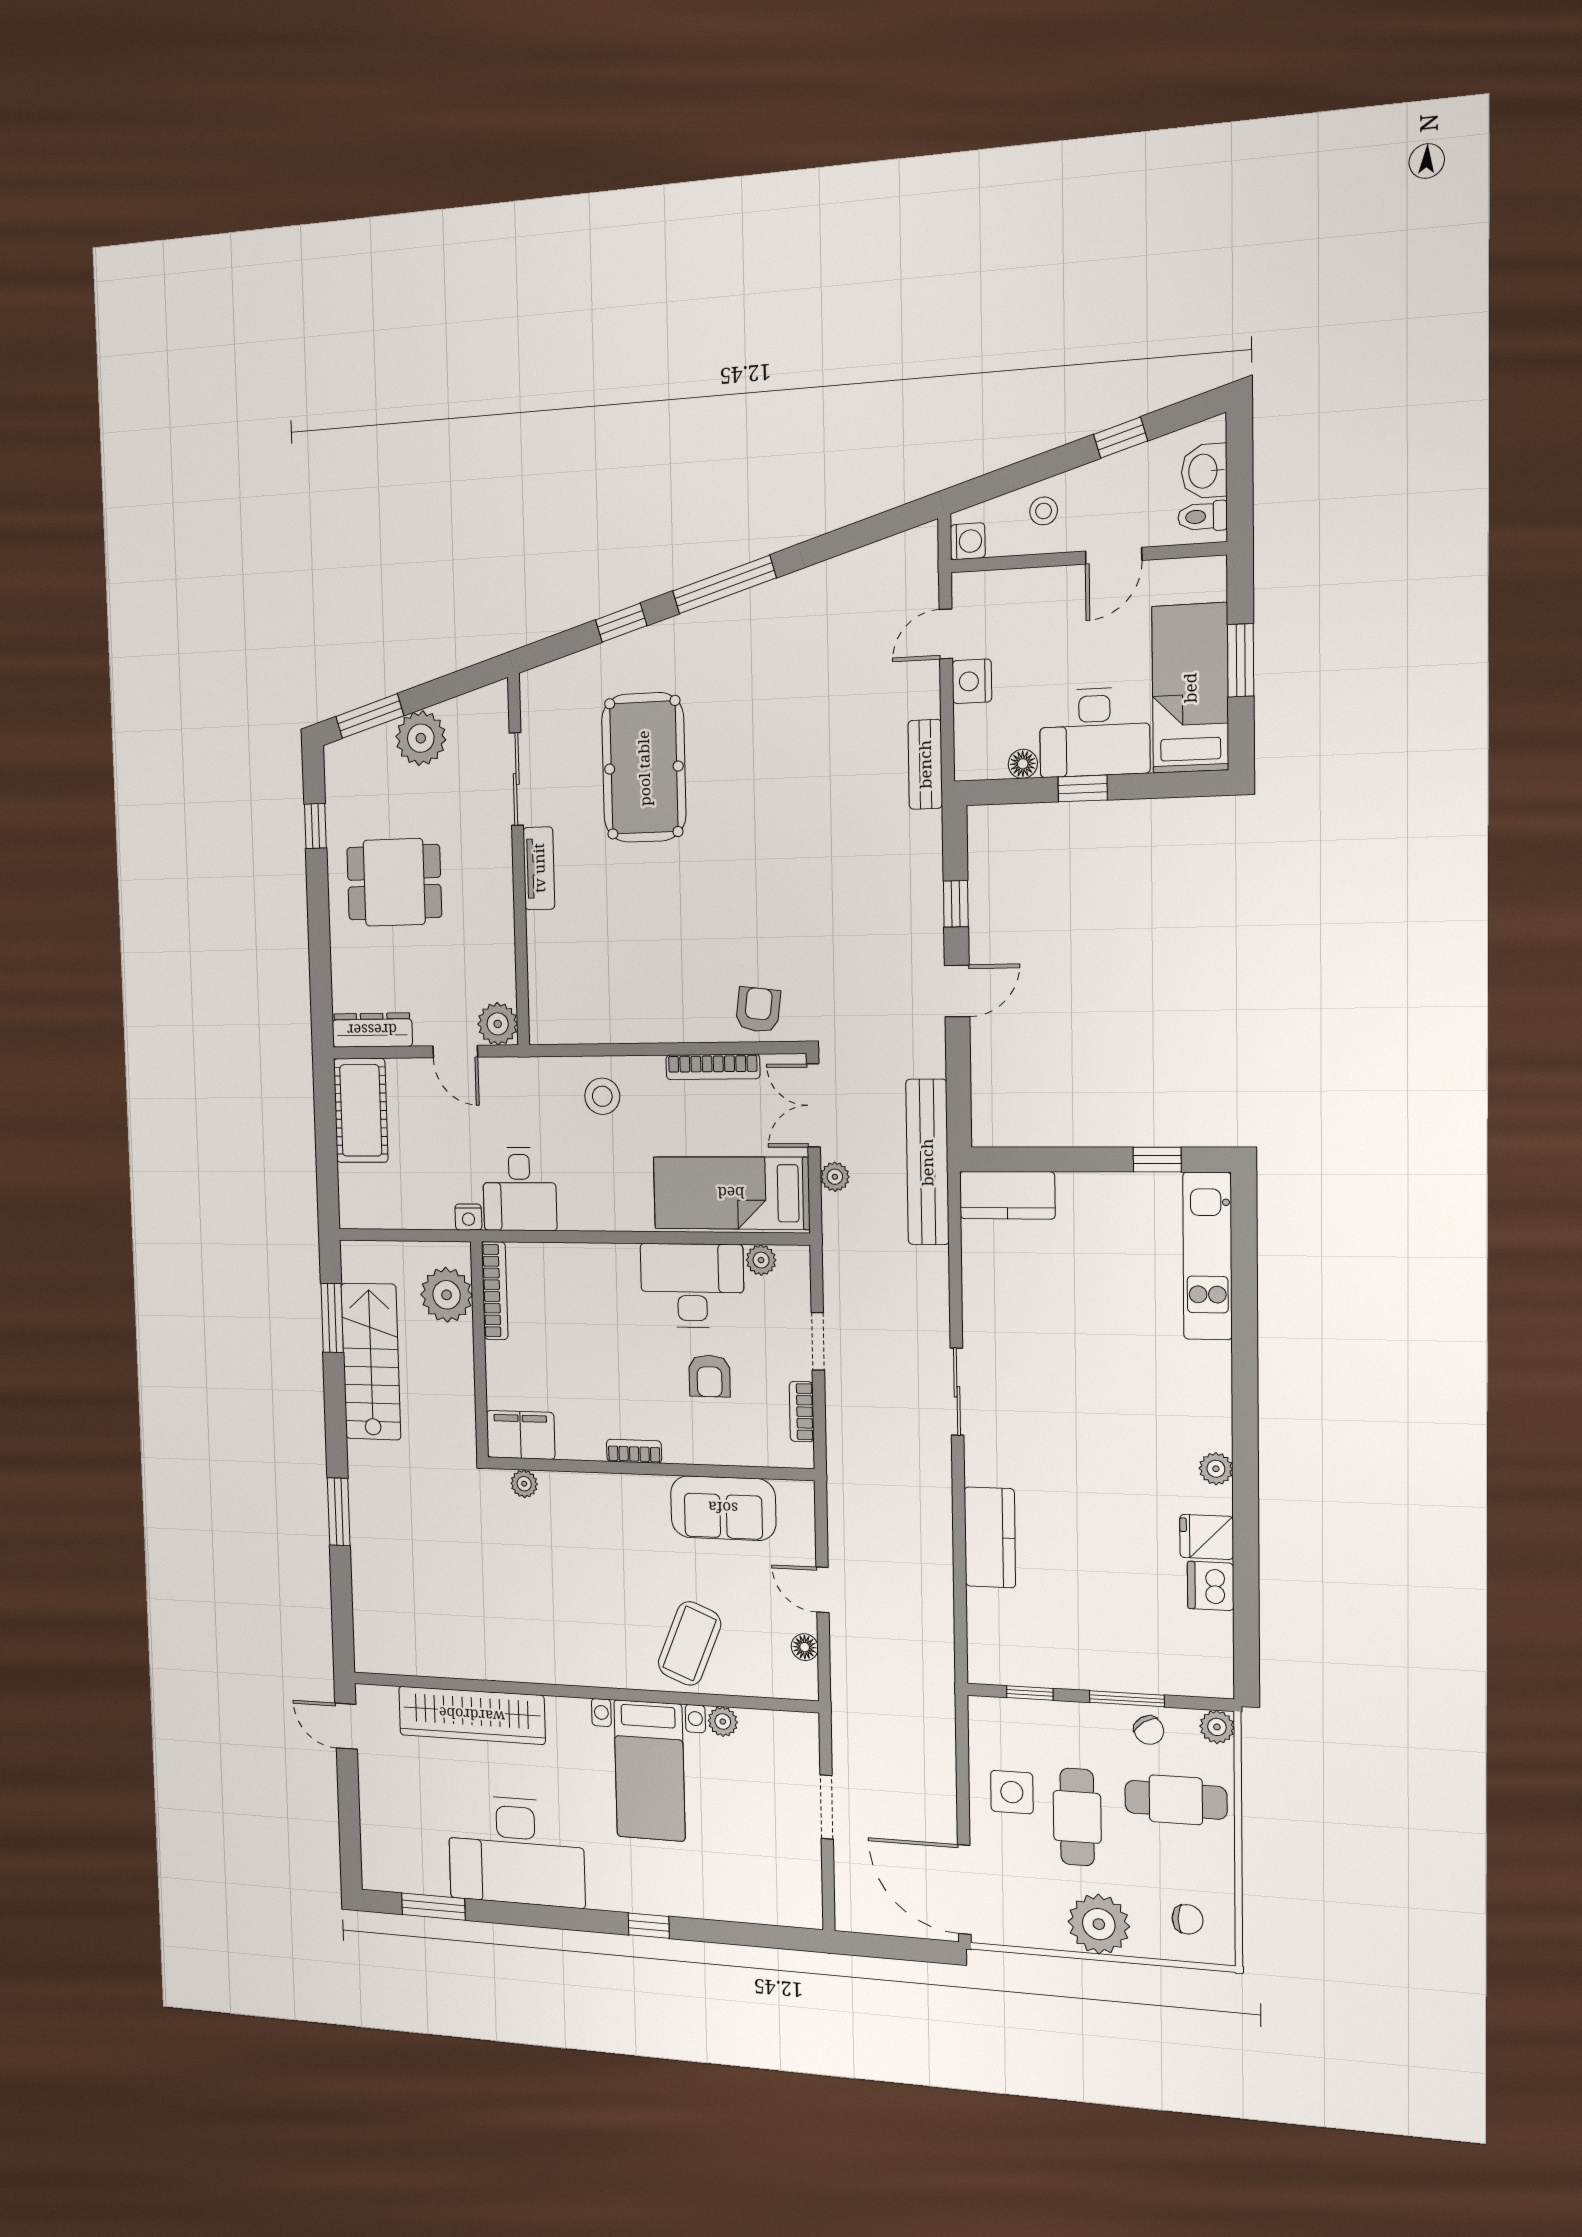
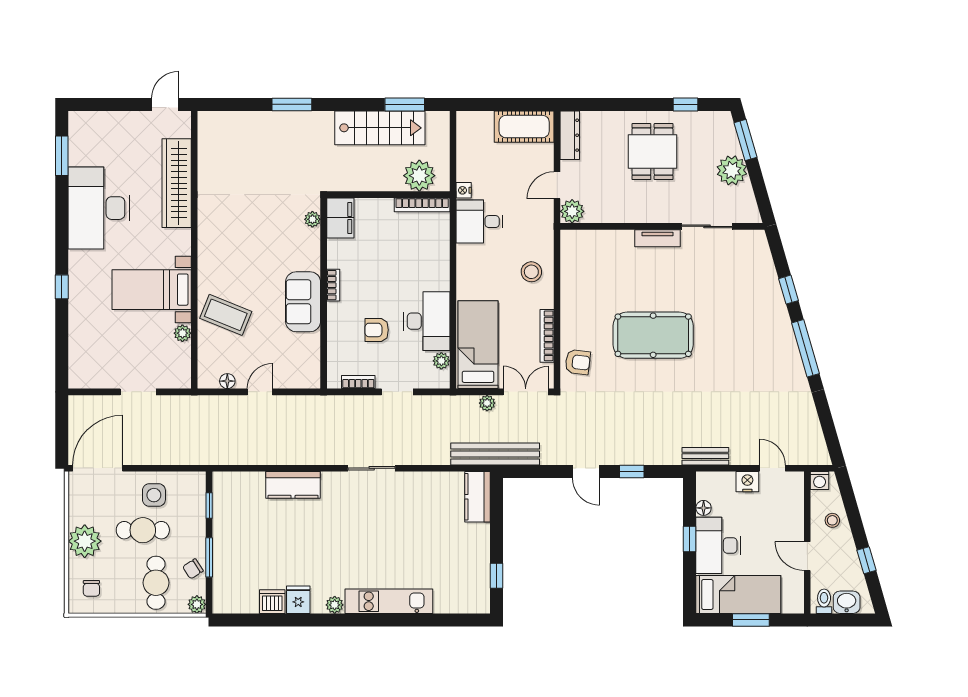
pool table: (644, 768) -> (653, 335), moved
kitchen unit: (1207, 1256) -> (389, 601), moved
sofa: (723, 1508) -> (303, 302), moved

